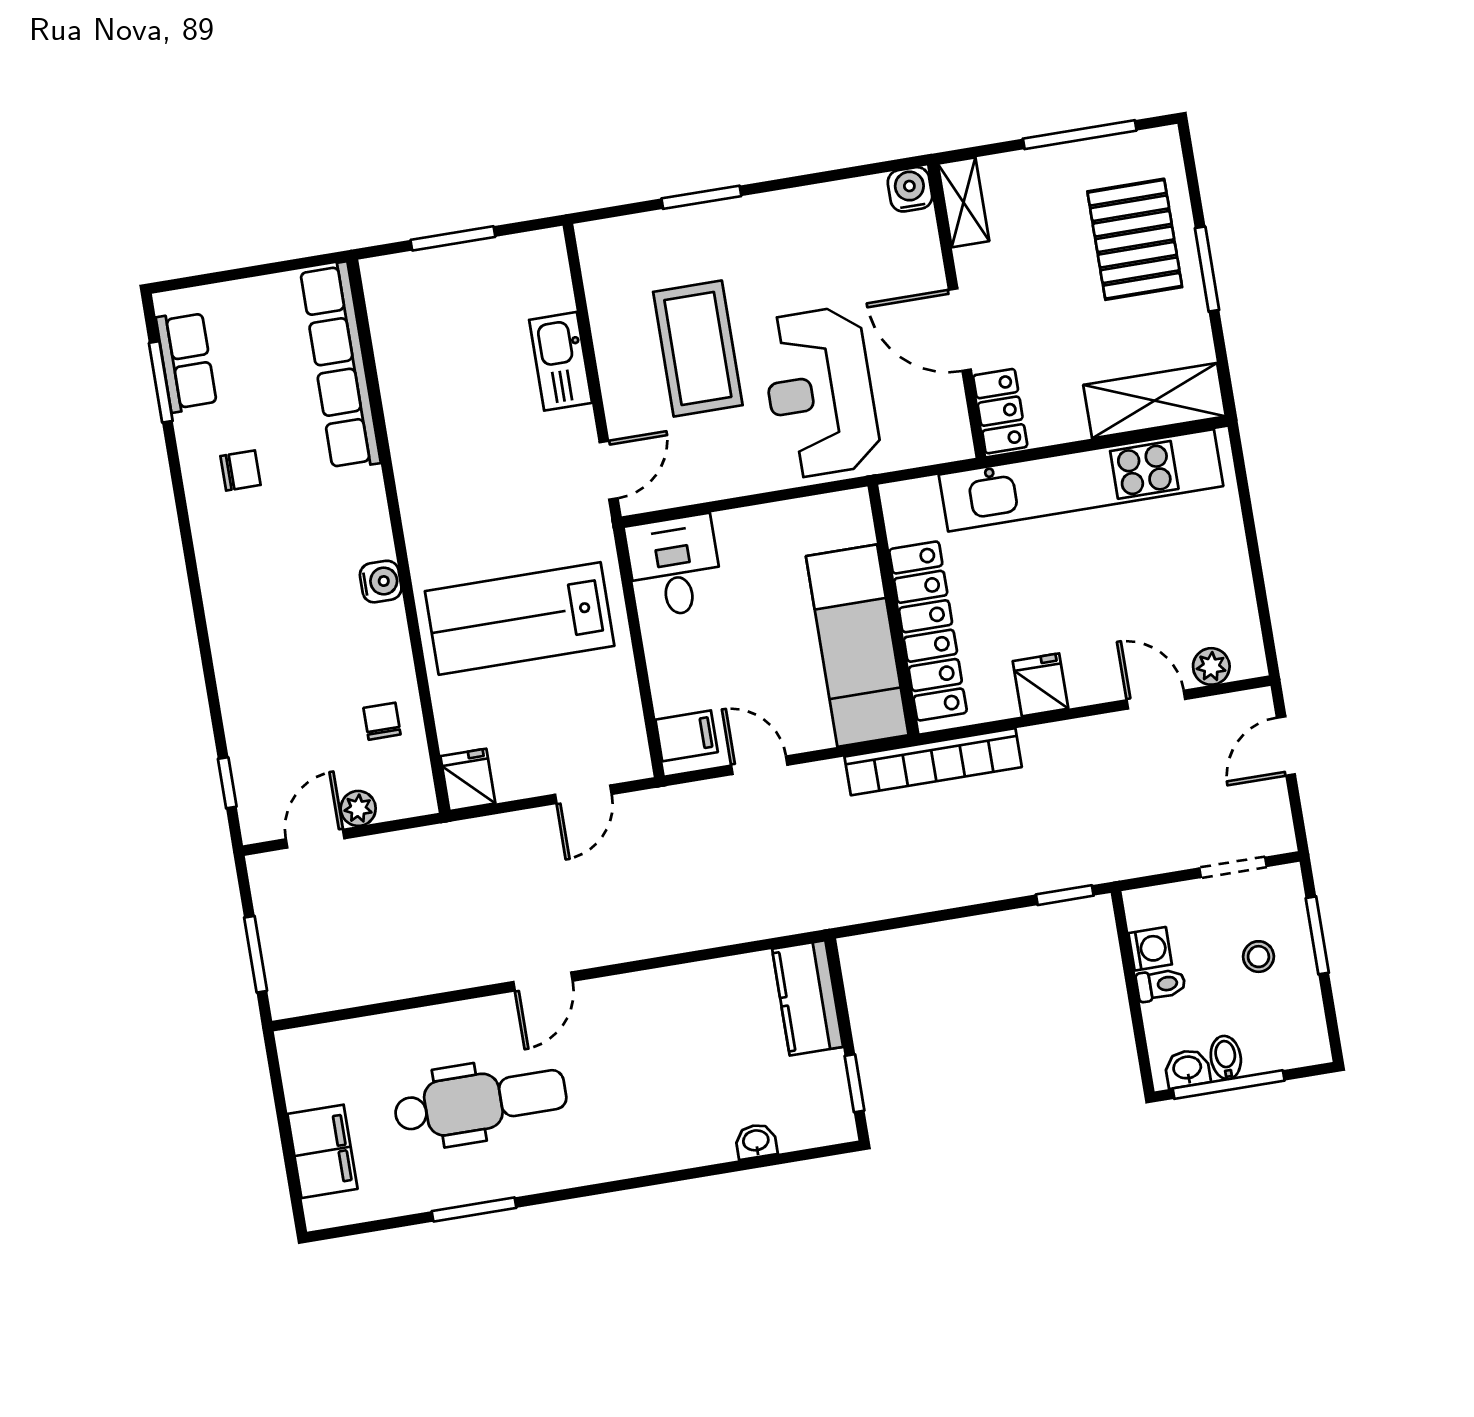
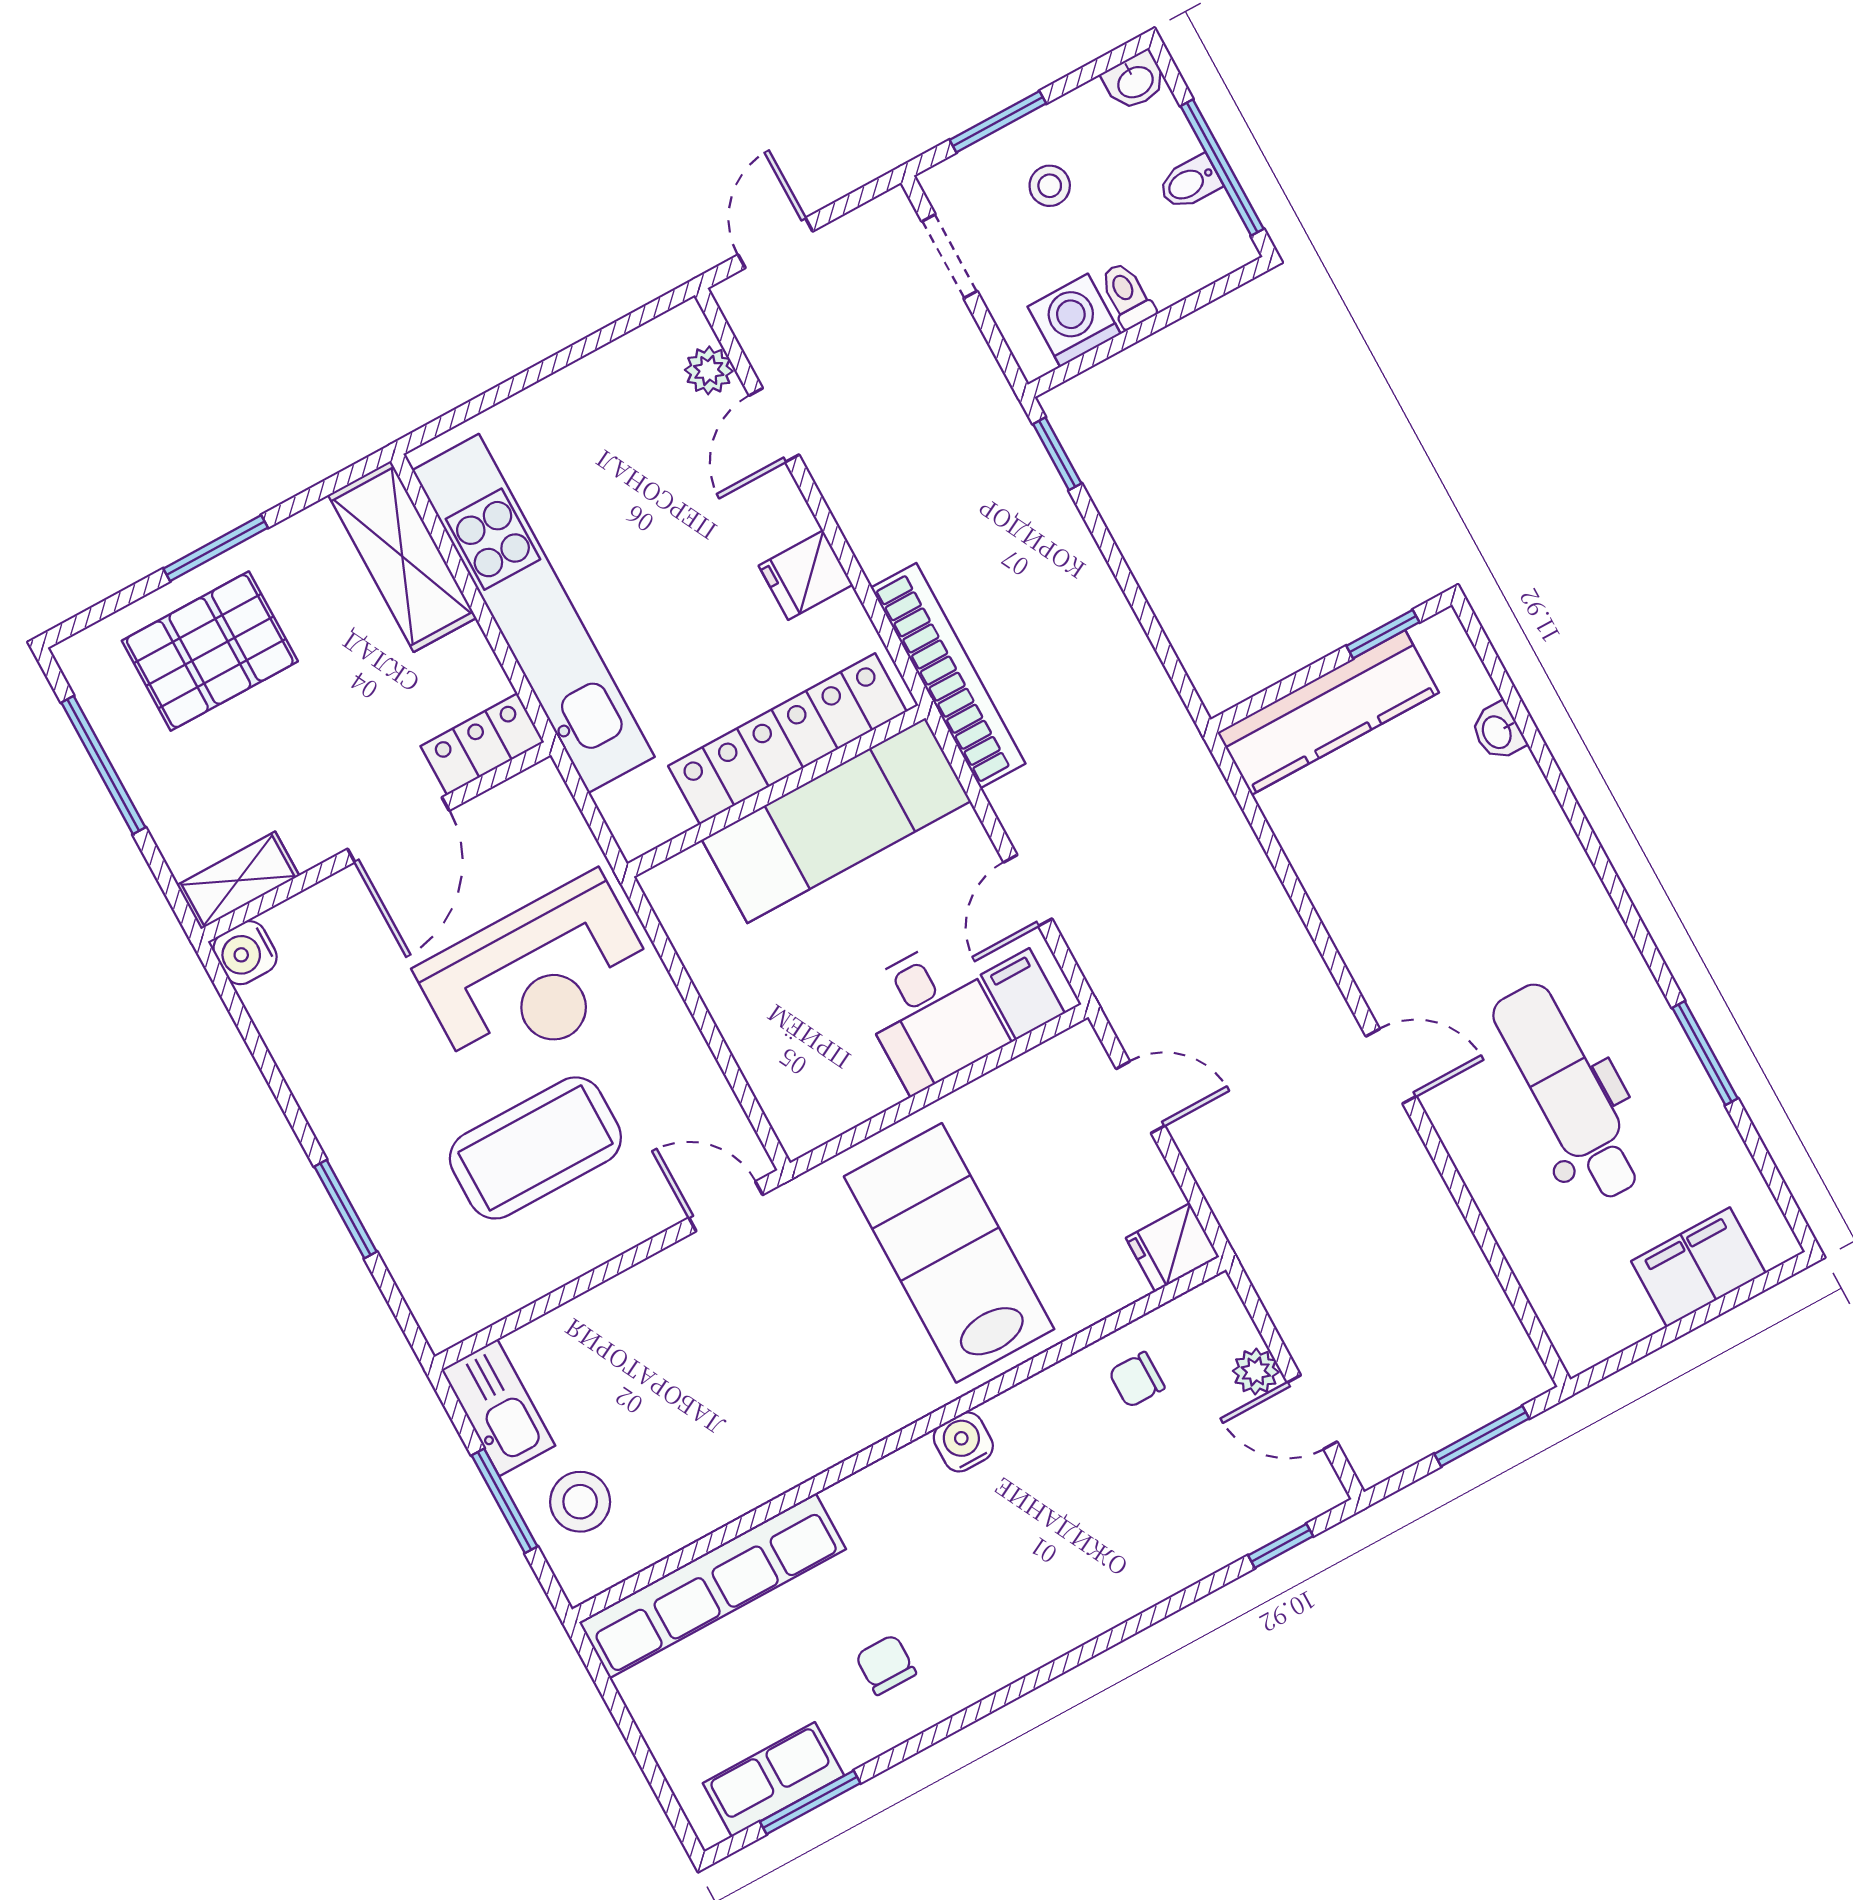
stool: (433, 292) -> (580, 1502), added
kitchen sink: (561, 361) -> (498, 1408), moved, turned -90
desk: (674, 566) -> (931, 1015), moved, turned -90
lab bench: (520, 618) -> (949, 1253), turned 180
door: (1286, 746) -> (775, 243), swing flipped
washing machine: (1150, 949) -> (1074, 320), width x1.38, depth x1.38
kitchen counter: (808, 998) -> (1328, 713), width x1.50
washbasin: (1187, 1068) -> (1135, 81), moved, turned -90

